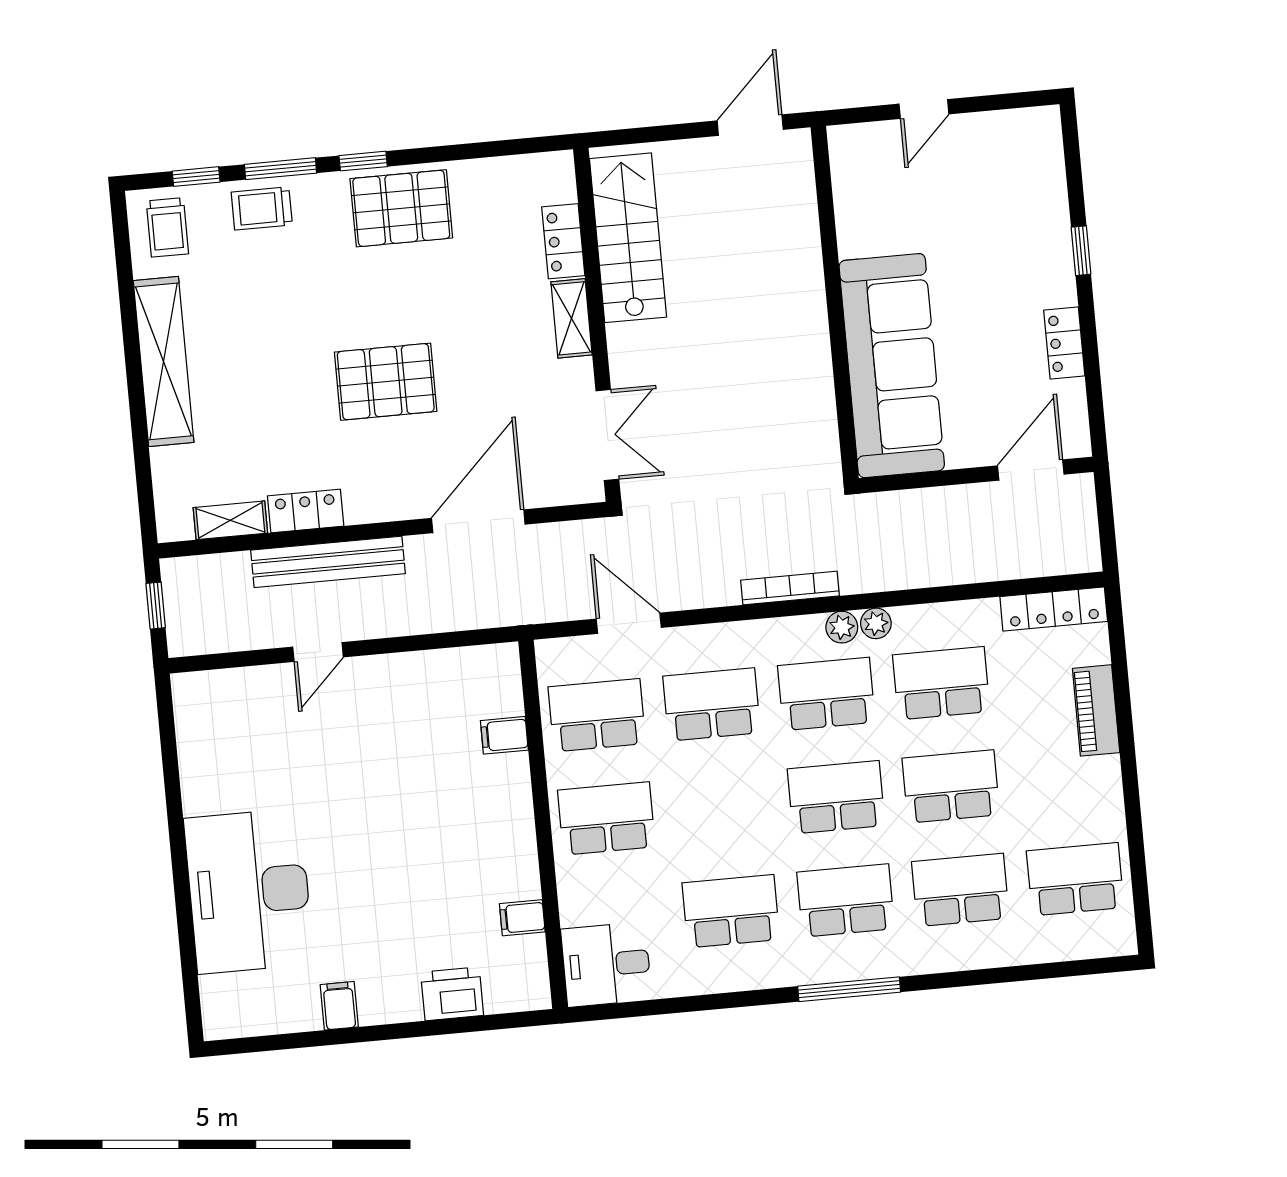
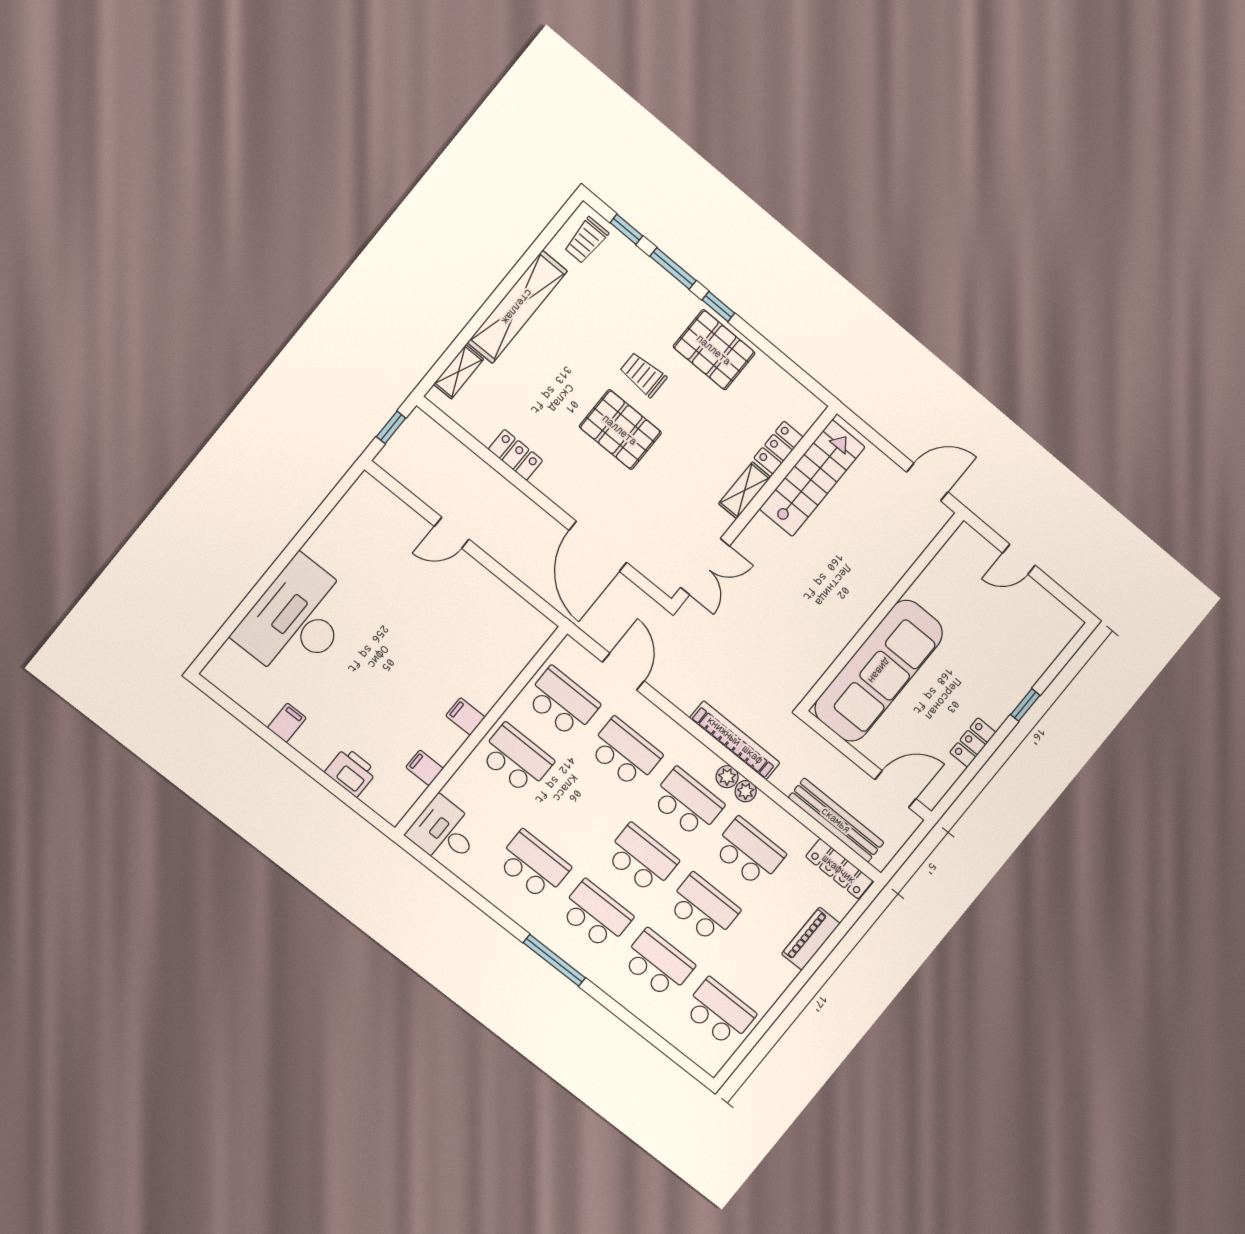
trolley: (262, 208) -> (643, 375), moved
shelving: (230, 520) -> (459, 372), moved, turned 90
door: (478, 521) -> (598, 546), swing flipped
bench: (328, 562) -> (836, 820), moved
bookcase: (790, 588) -> (735, 740), width x1.48, depth x1.31
filing cabinet: (504, 735) -> (465, 716), moved

